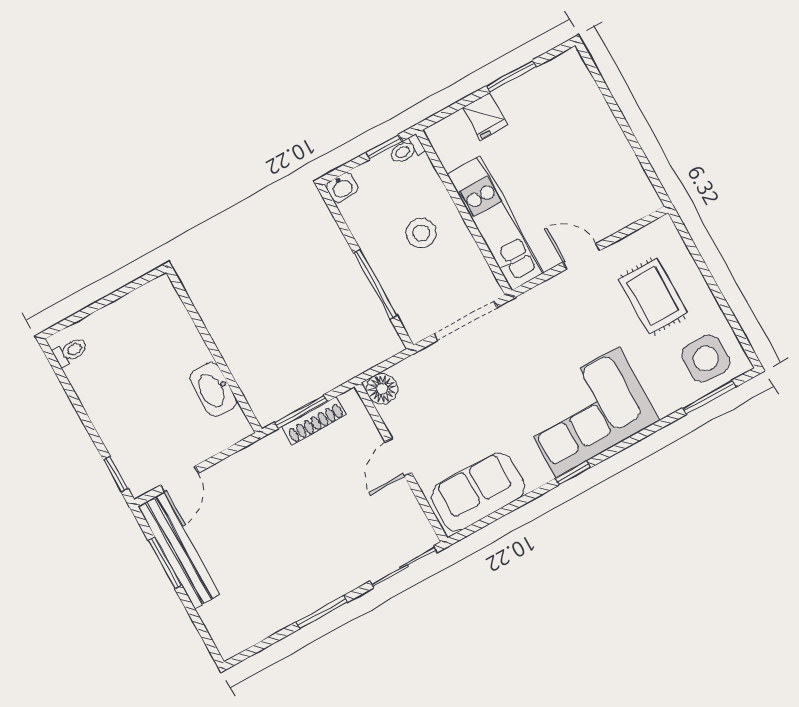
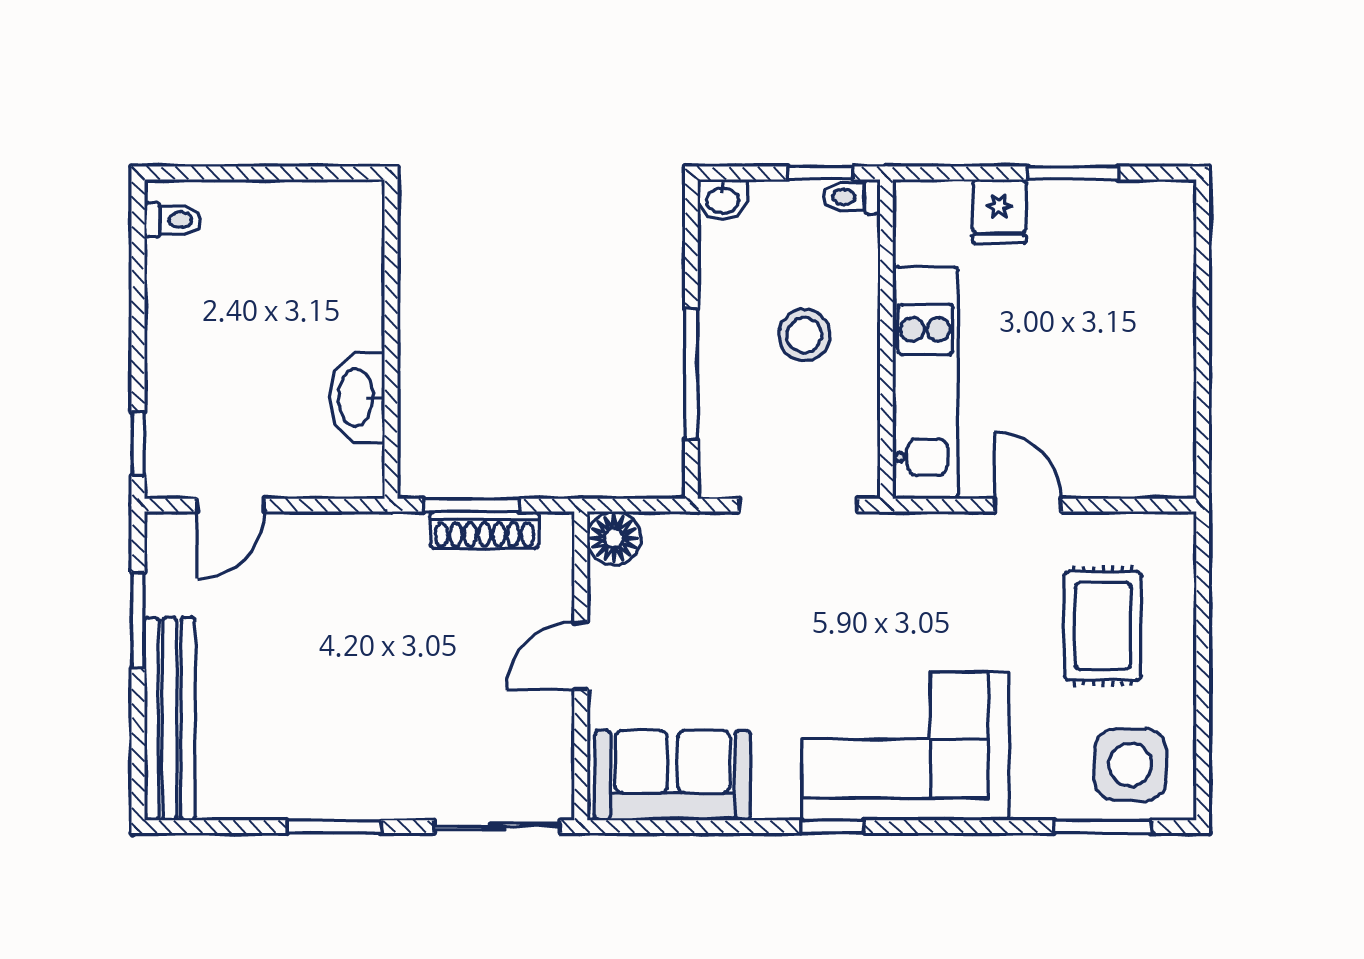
bench: (179, 551) -> (170, 719), moved

